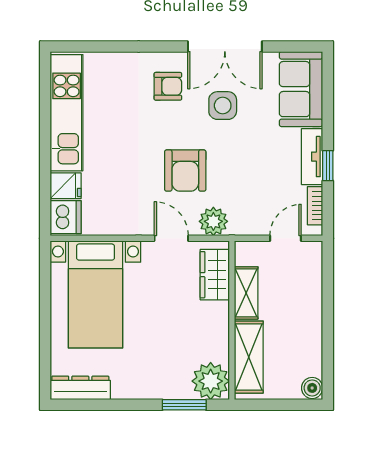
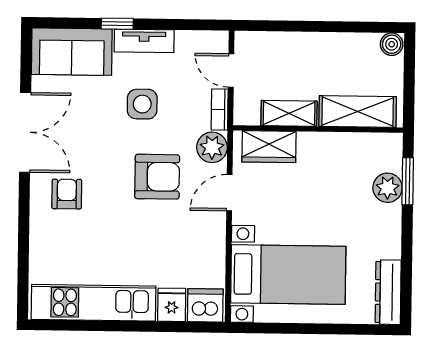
side table: (223, 106) -> (142, 104), moved
window: (328, 166) -> (117, 24), moved
bookcase: (315, 206) -> (220, 109), moved, turned 90
plant: (211, 381) -> (388, 188), moved, width x0.73, depth x0.73

